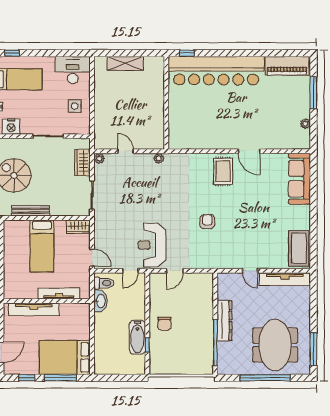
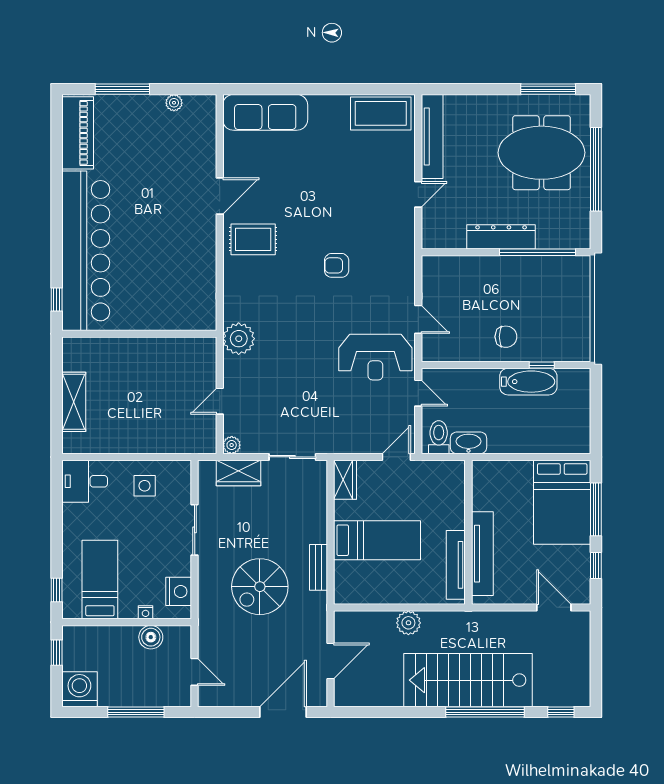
desk: (73, 70) -> (85, 481), width x0.73
plant: (159, 158) -> (239, 339), width x1.88, depth x1.88
bench: (31, 211) -> (318, 567), width x0.73
tv unit: (59, 293) -> (456, 565), moved

